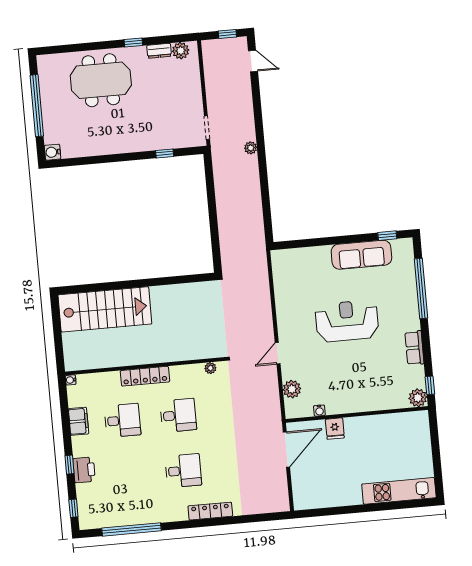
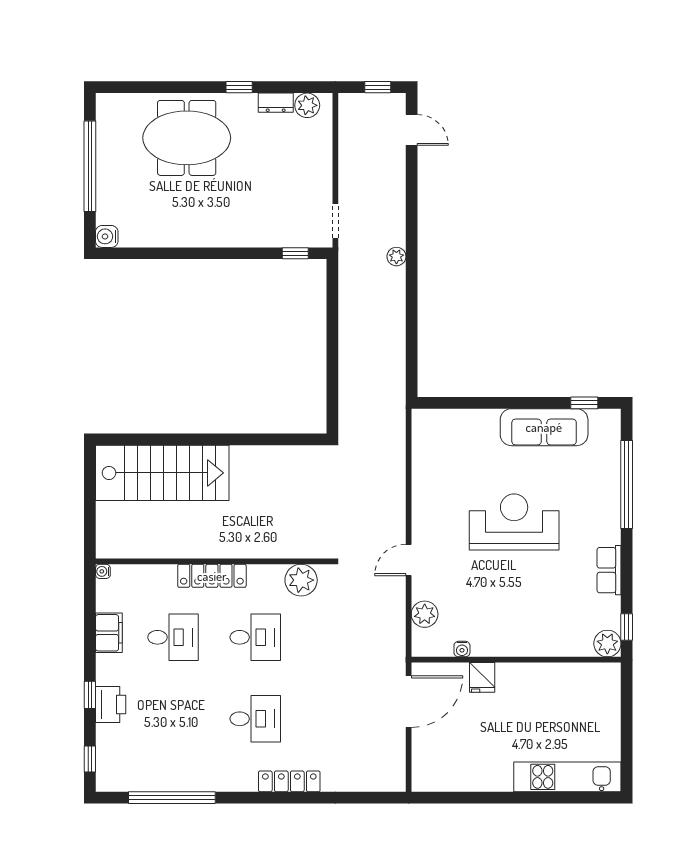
window: (165, 153) -> (295, 253), moved
plant: (210, 368) -> (301, 580), width x1.87, depth x1.87

